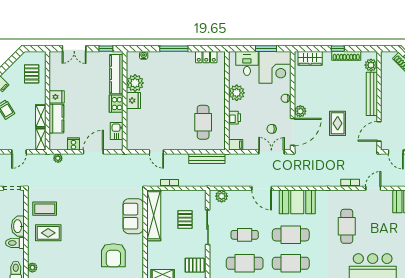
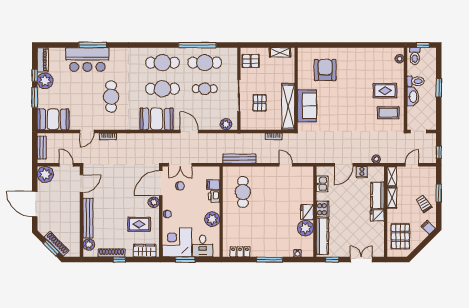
pallet: (32, 74) -> (400, 236), width x1.50, depth x1.42
rug: (338, 123) -> (139, 224), moved, turned 90
filing cabinet: (236, 145) -> (213, 185), moved

